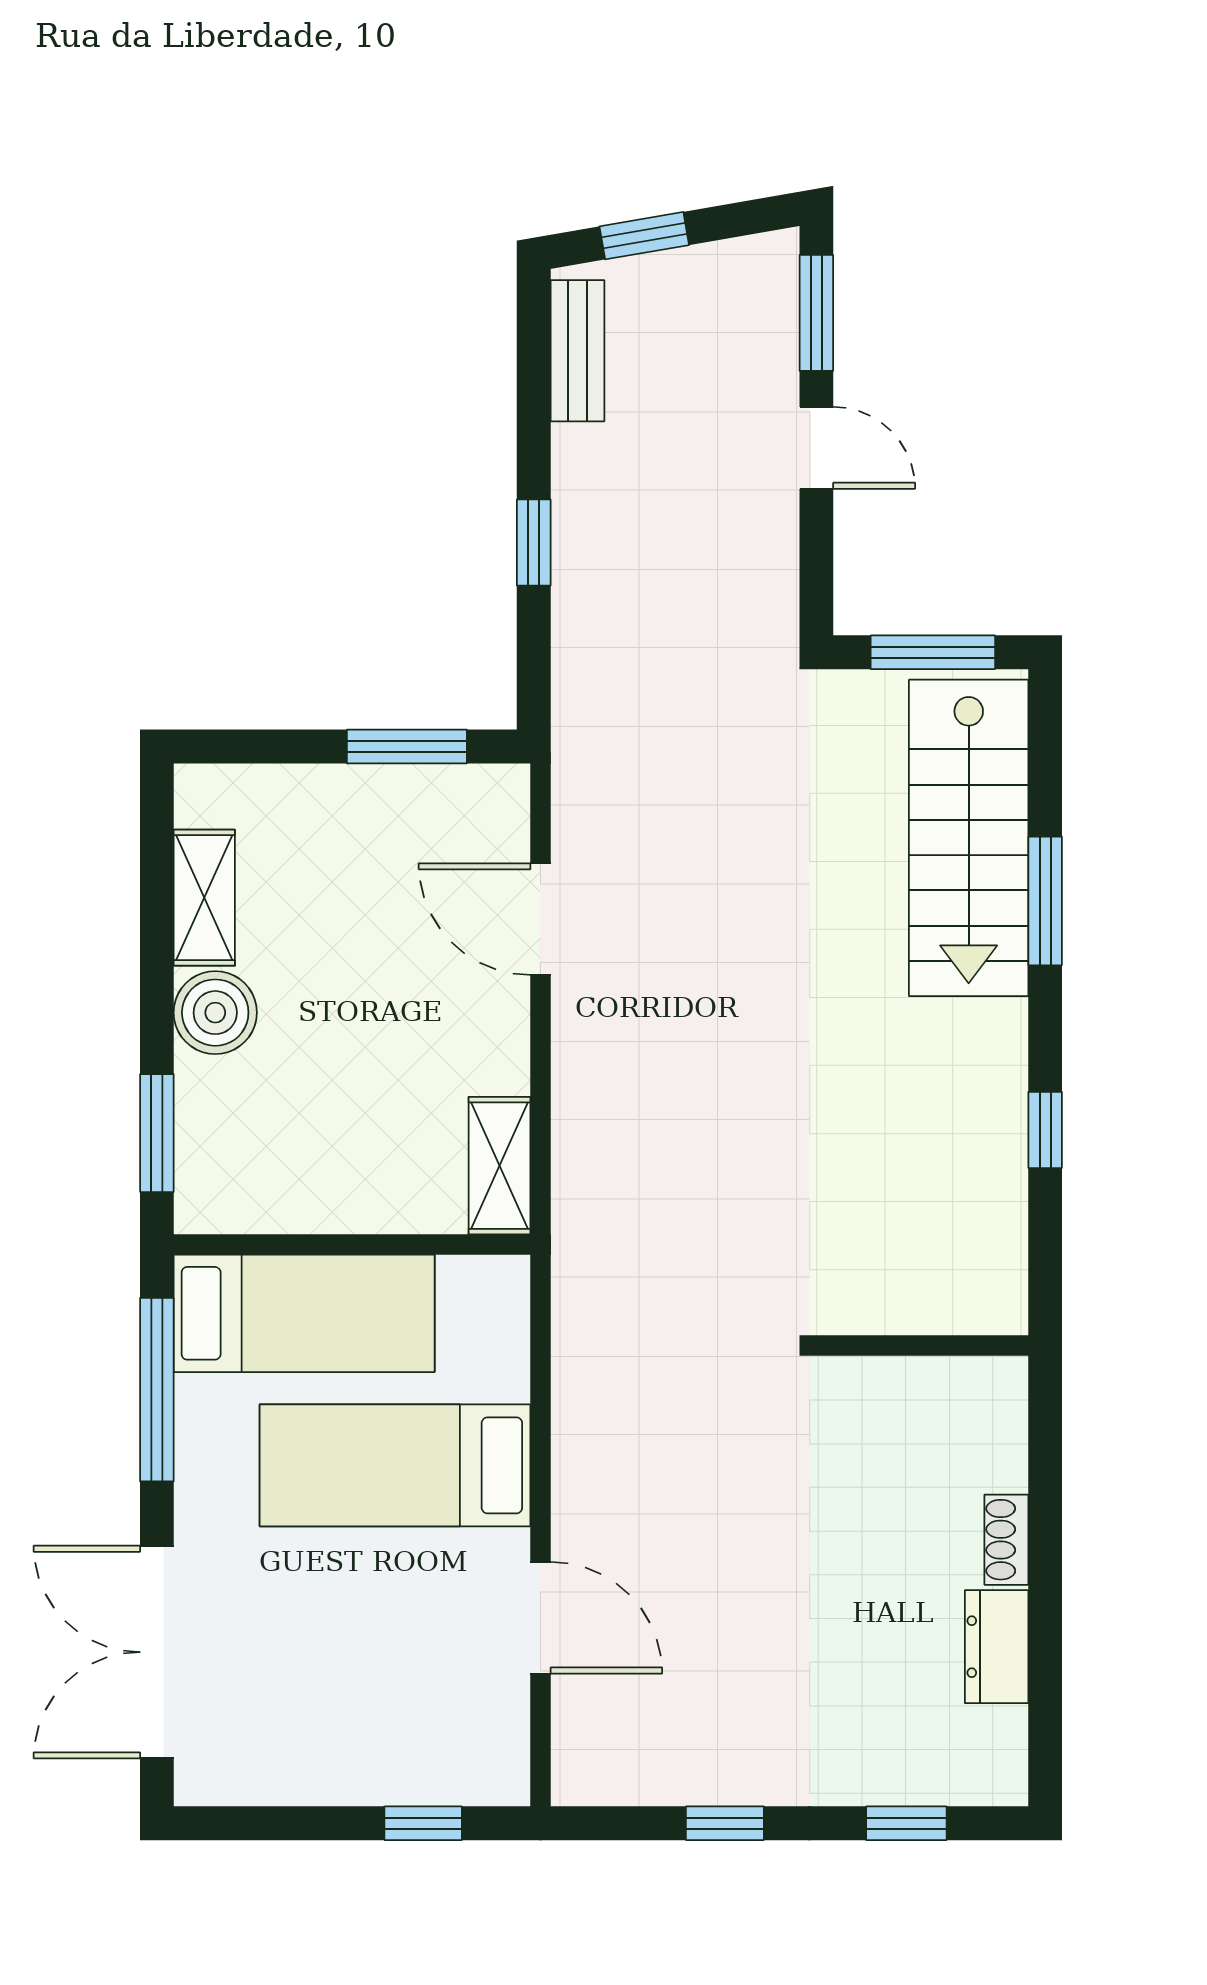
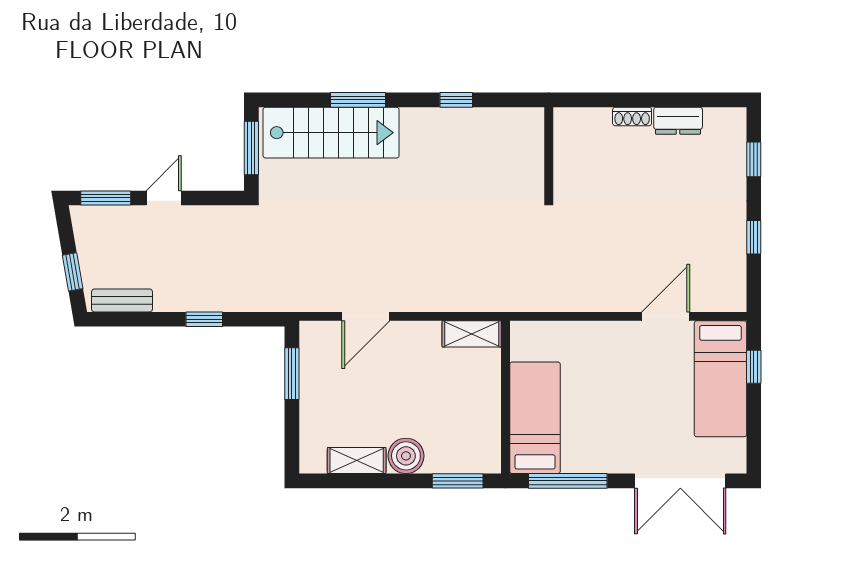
bed: (395, 1465) -> (720, 379), moved

